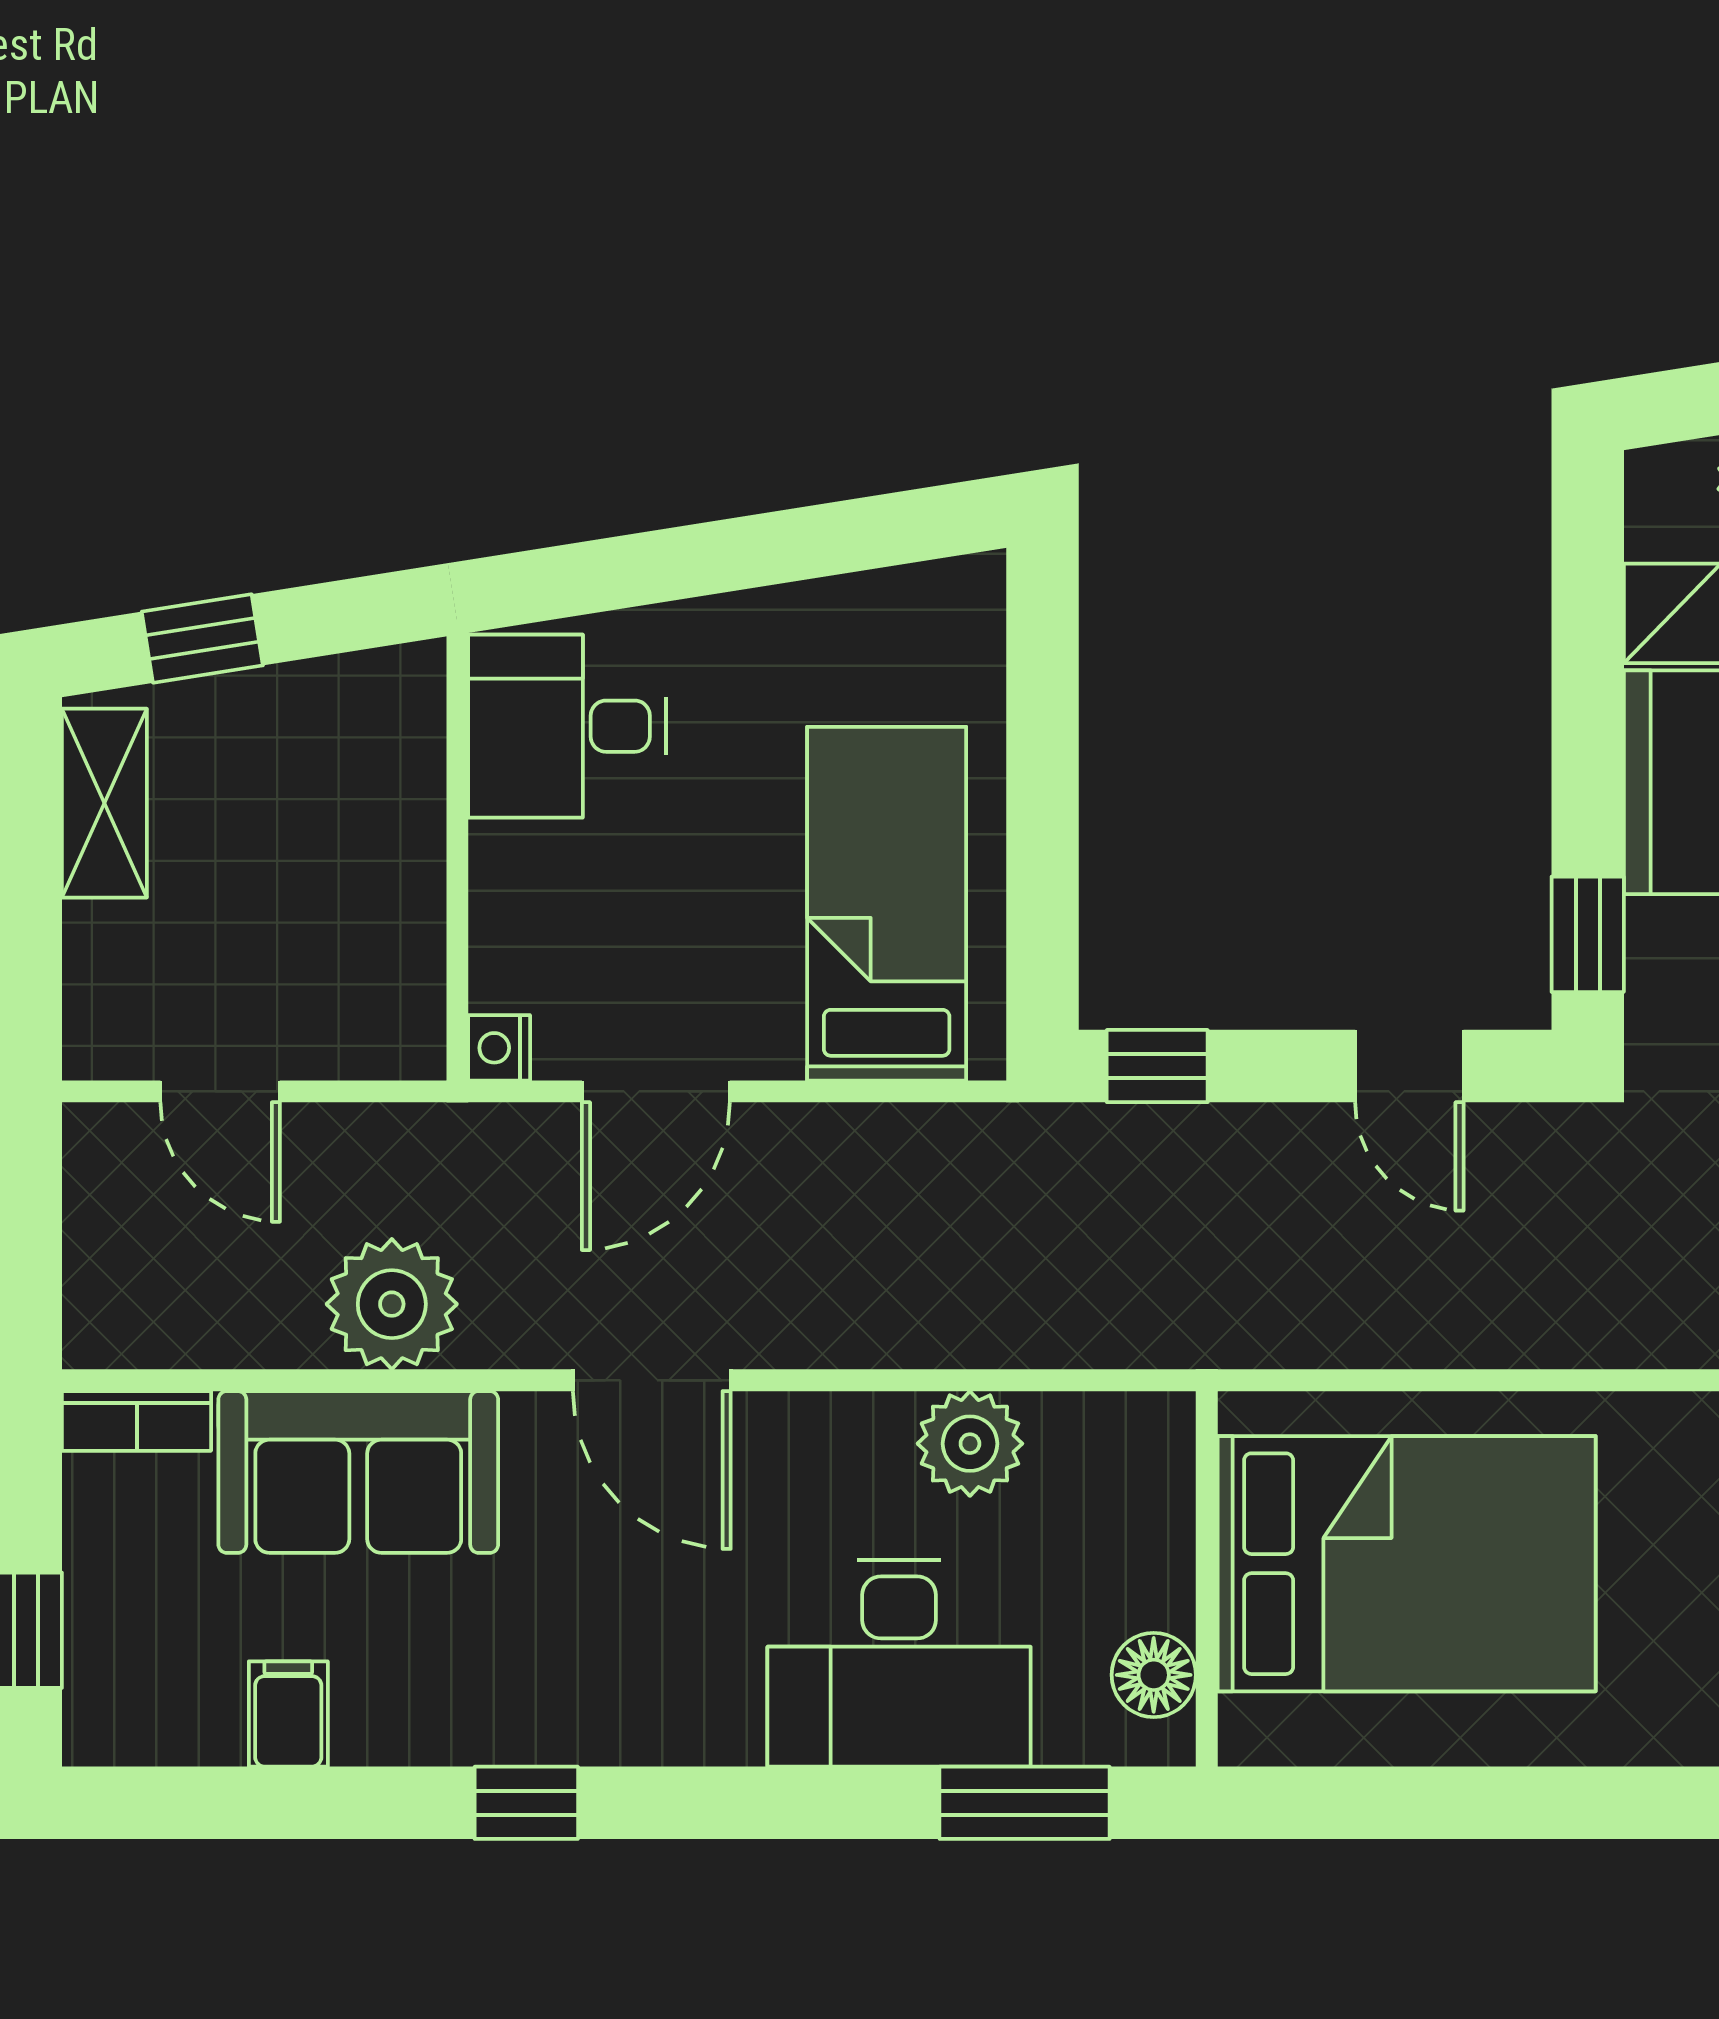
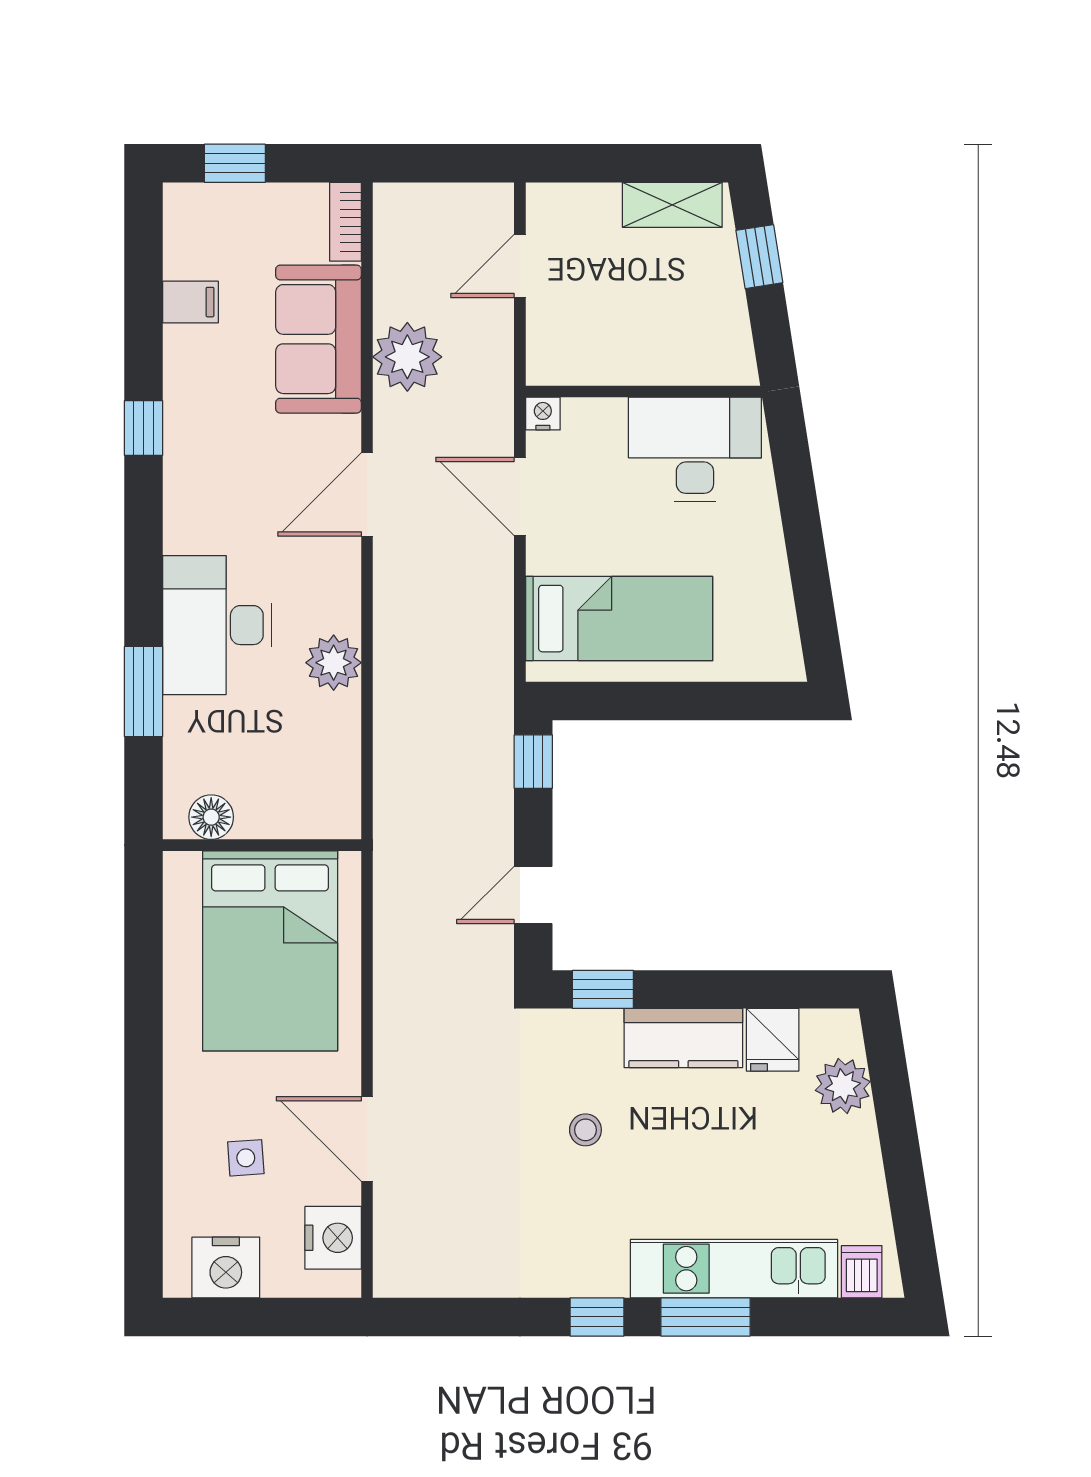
desk: (567, 726) -> (695, 449), width x1.37
bed: (1407, 1564) -> (270, 951), moved
wall: (1207, 1579) -> (262, 845), moved
floor lamp: (1154, 1675) -> (211, 817), moved

